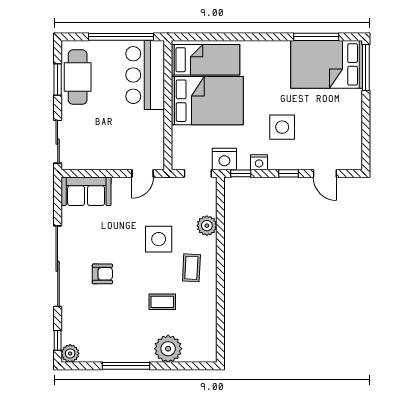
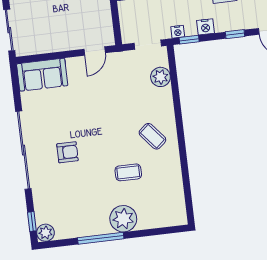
nightstand: (224, 159) -> (178, 32), width x0.53, depth x0.56
plant: (207, 226) -> (160, 77), moved
side table: (159, 239) -> (118, 112), removed
coffee table: (191, 268) -> (152, 136), turned -43
plant: (168, 349) -> (123, 219), moved

